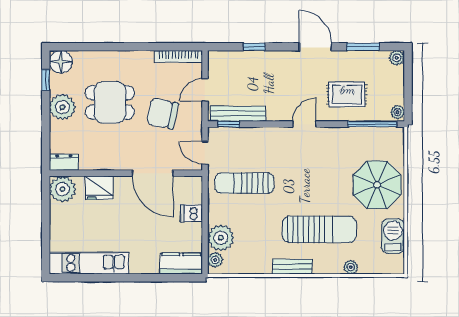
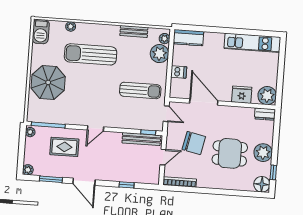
barbecue: (393, 236) -> (41, 32), moved
bench: (292, 267) -> (134, 31), moved

